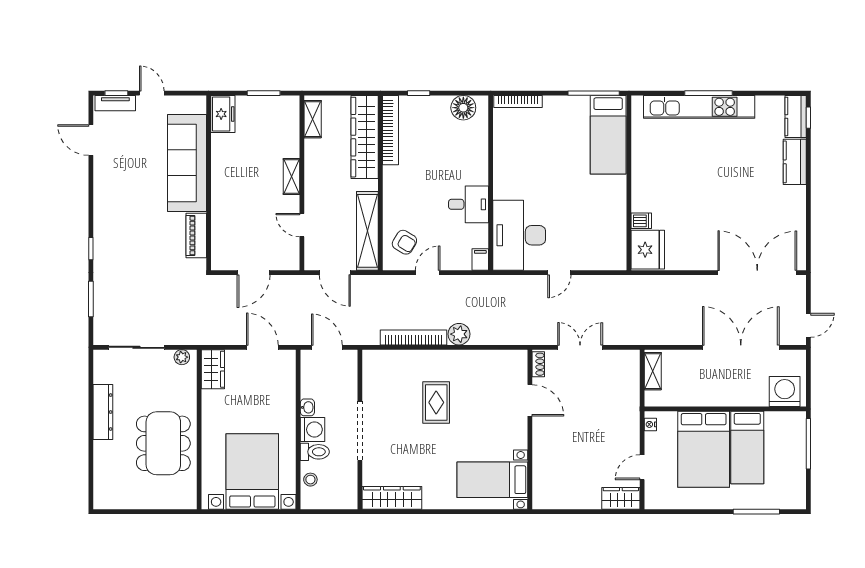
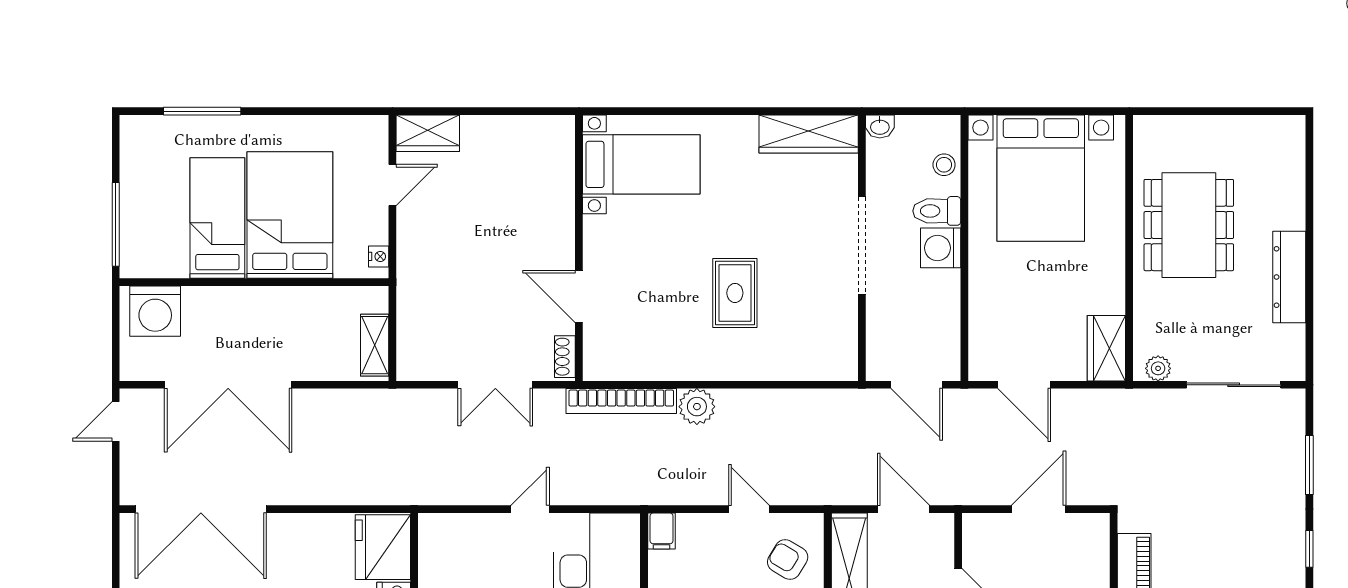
door: (428, 273) -> (749, 509), swing flipped
bookcase: (413, 338) -> (621, 401), moved
washbasin: (307, 407) -> (880, 126), moved, turned -90

